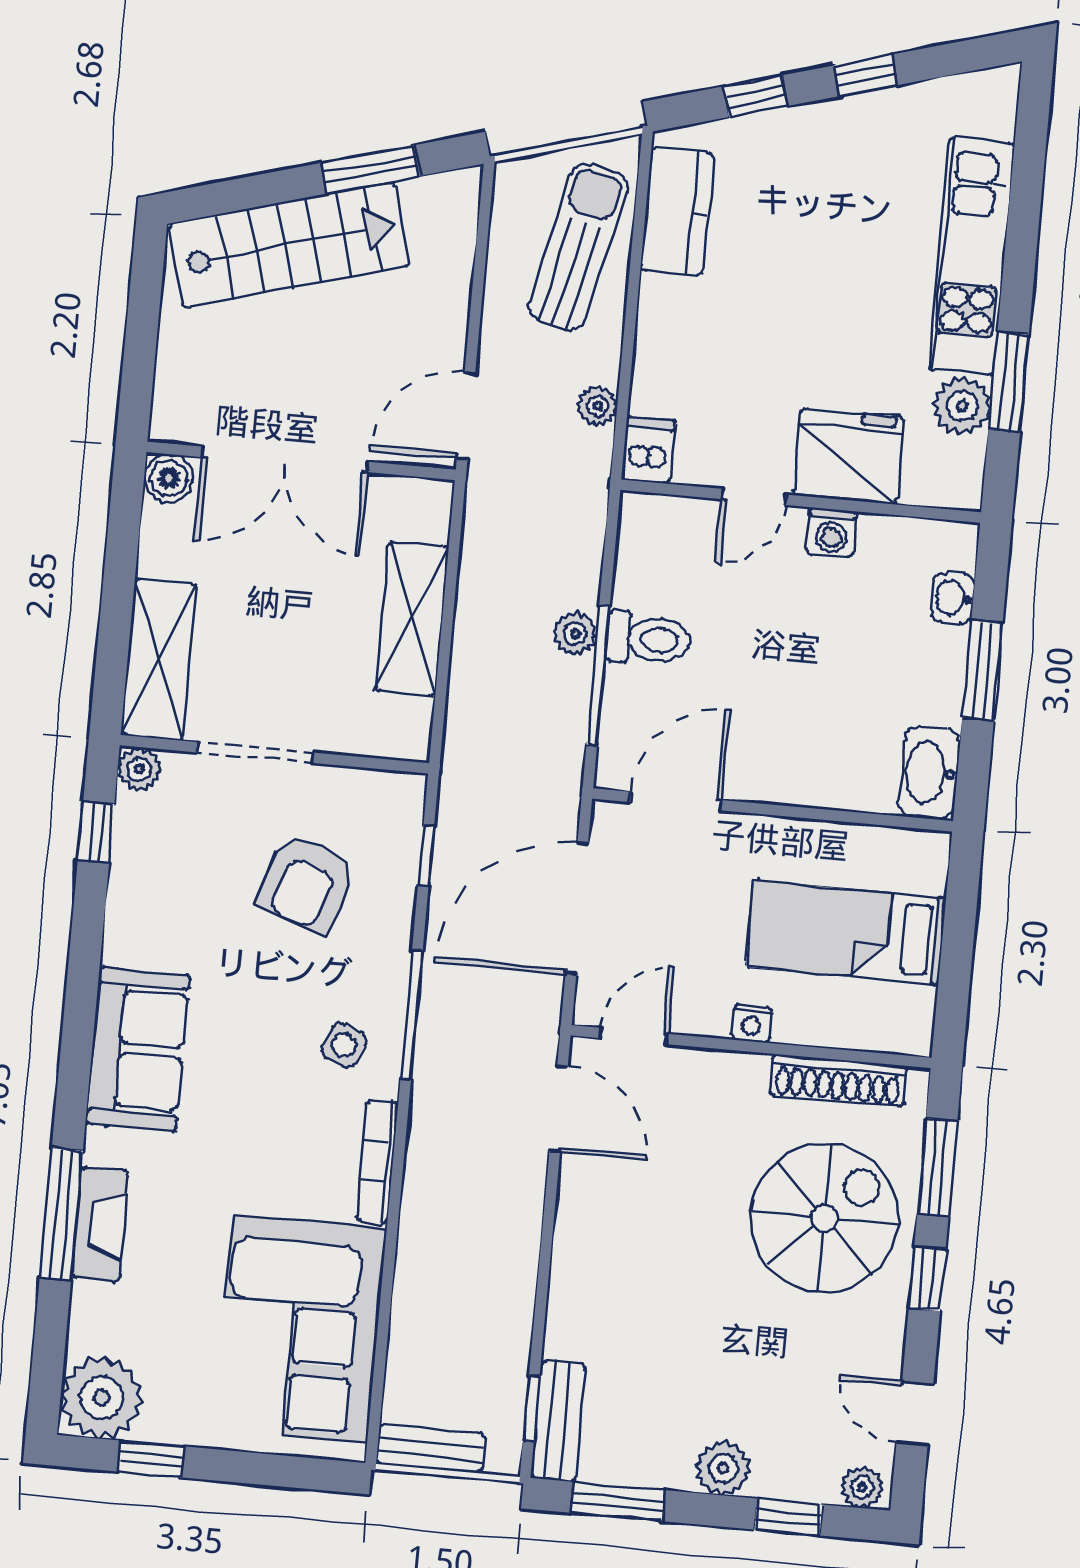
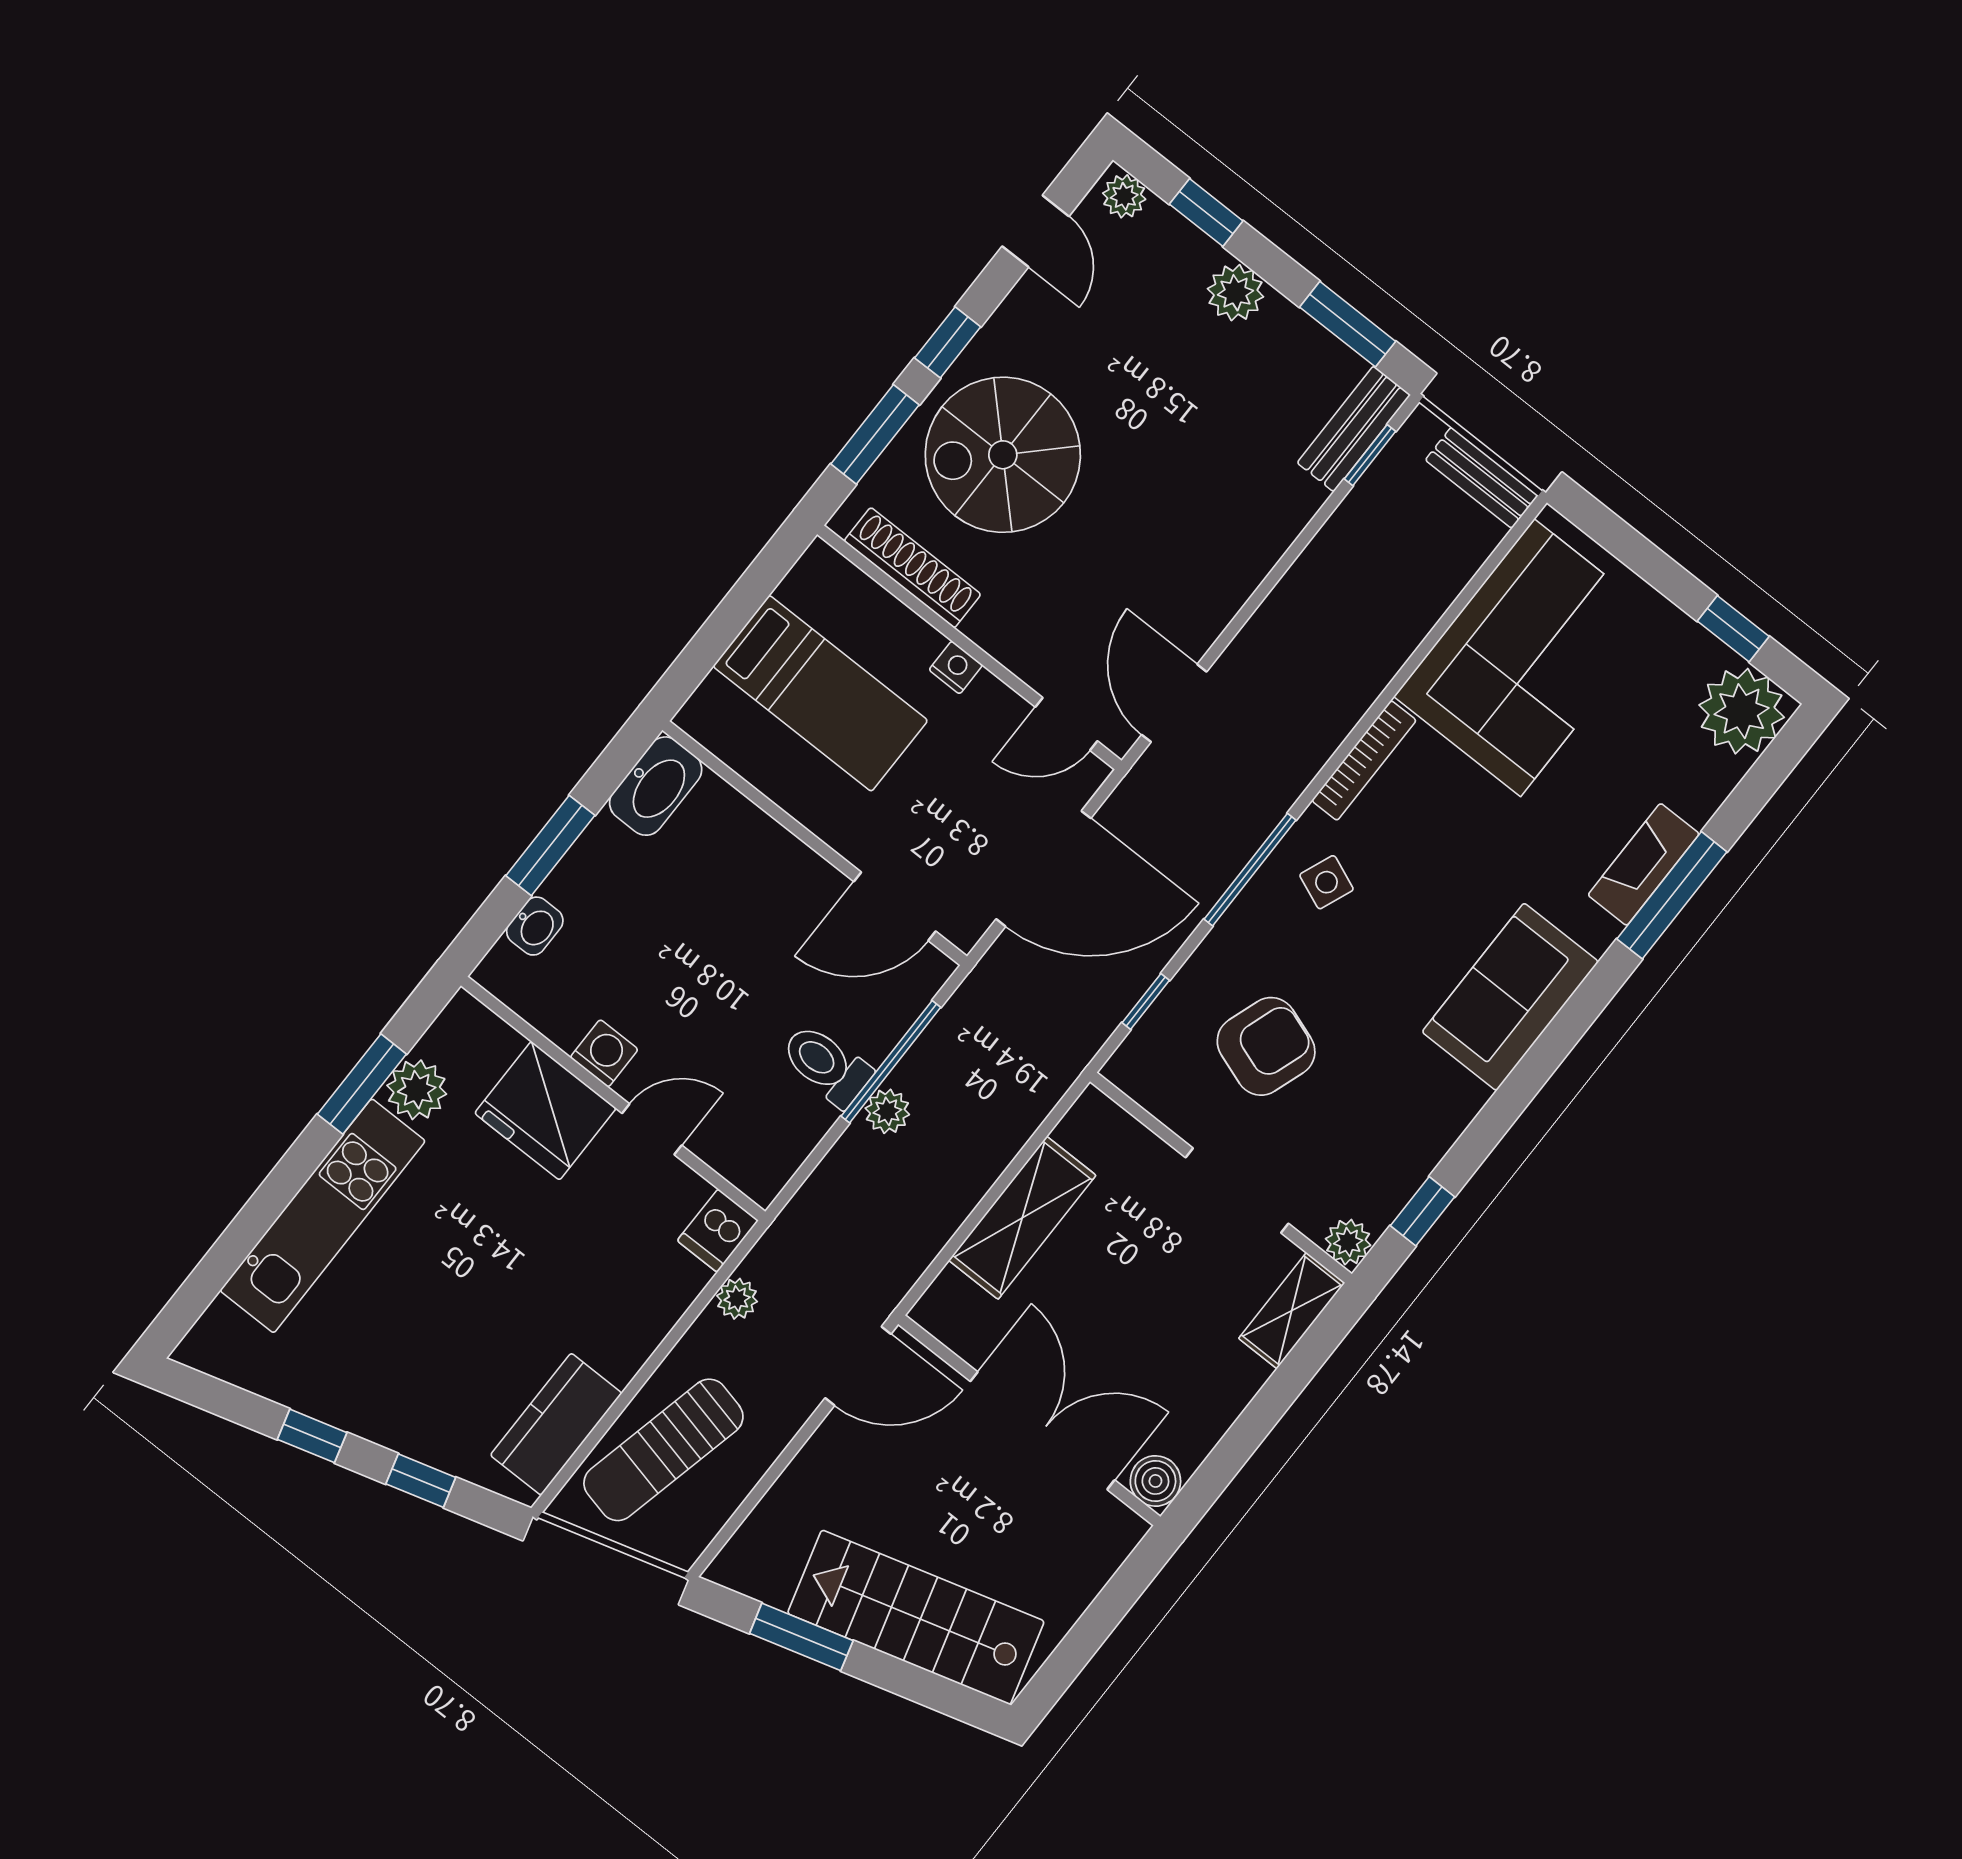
shelving: (159, 660) -> (1292, 1311), width x0.67, depth x0.75

